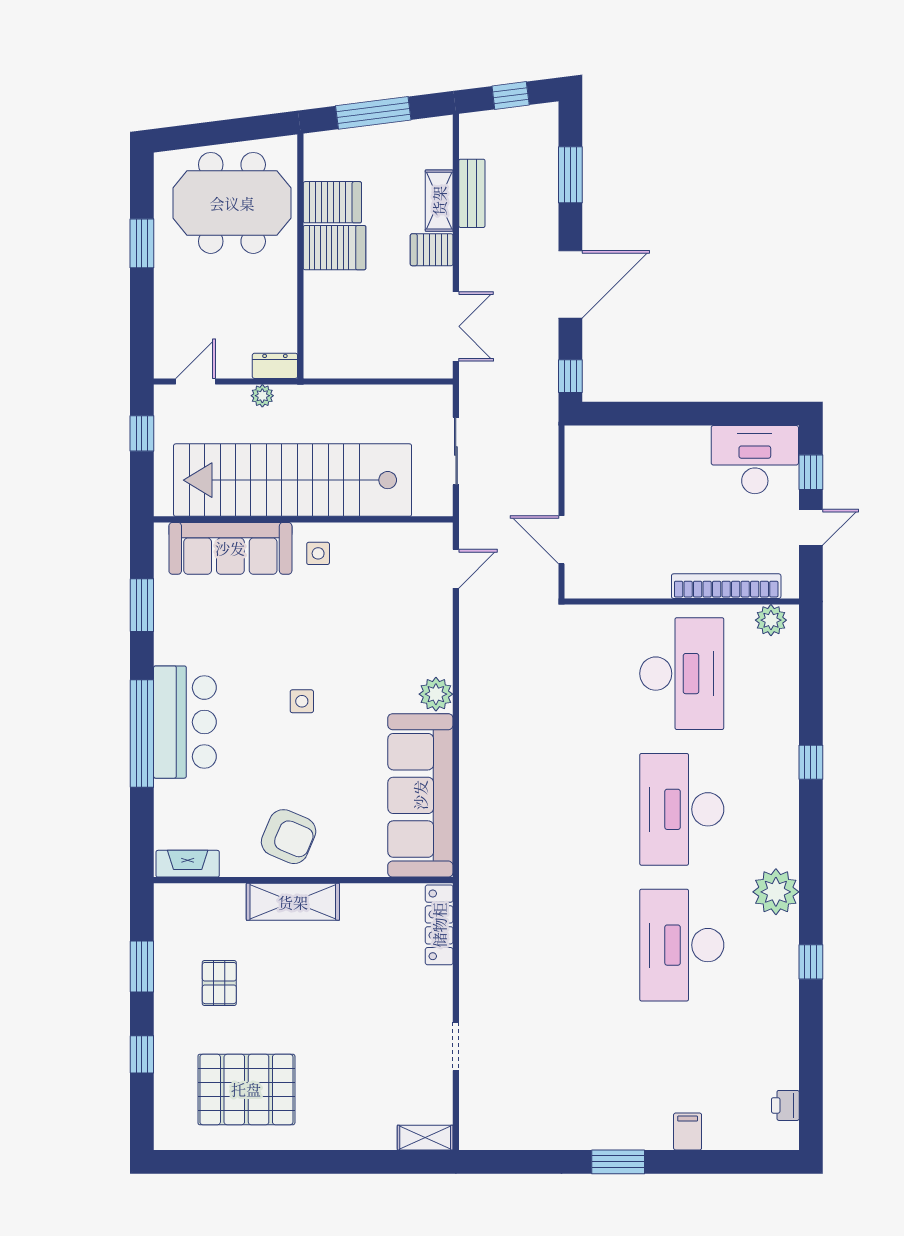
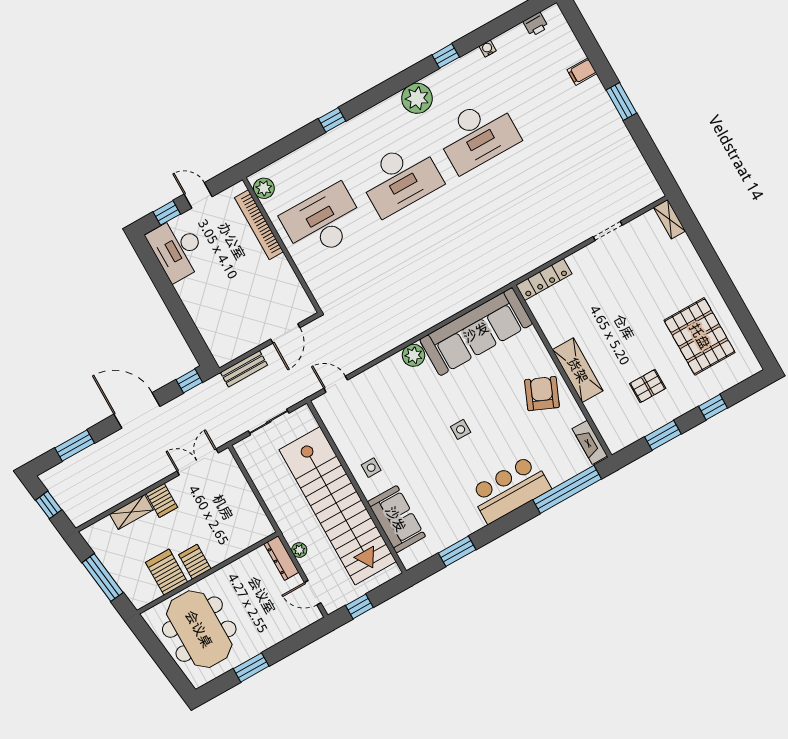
bench: (472, 193) -> (244, 369), moved
server rack: (335, 248) -> (195, 562), width x0.73, depth x0.70
dresser: (275, 366) -> (281, 558), width x1.44
sofa: (230, 548) -> (396, 519), width x0.73
window: (142, 734) -> (567, 489), moved
water cooler: (789, 1023) -> (488, 48), added

